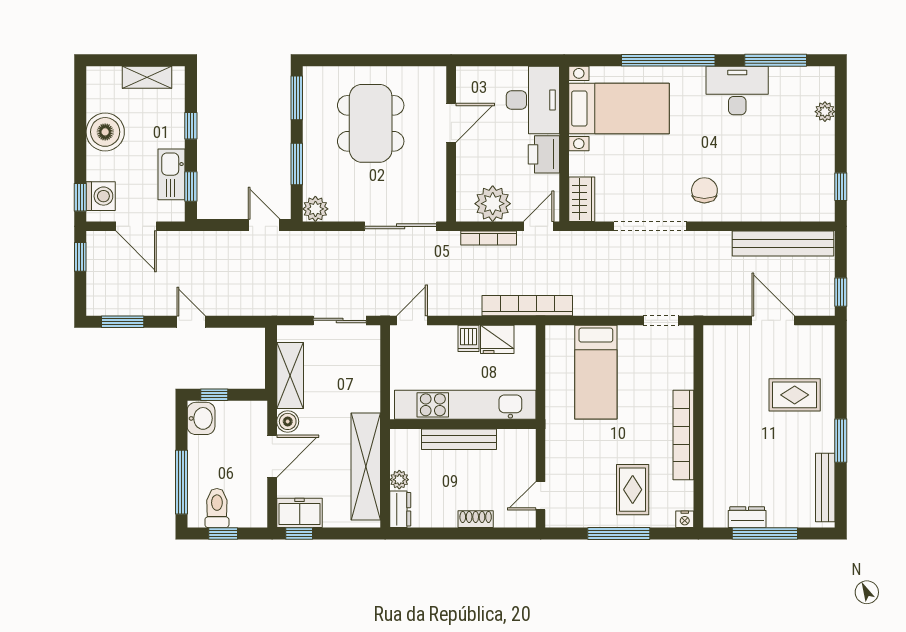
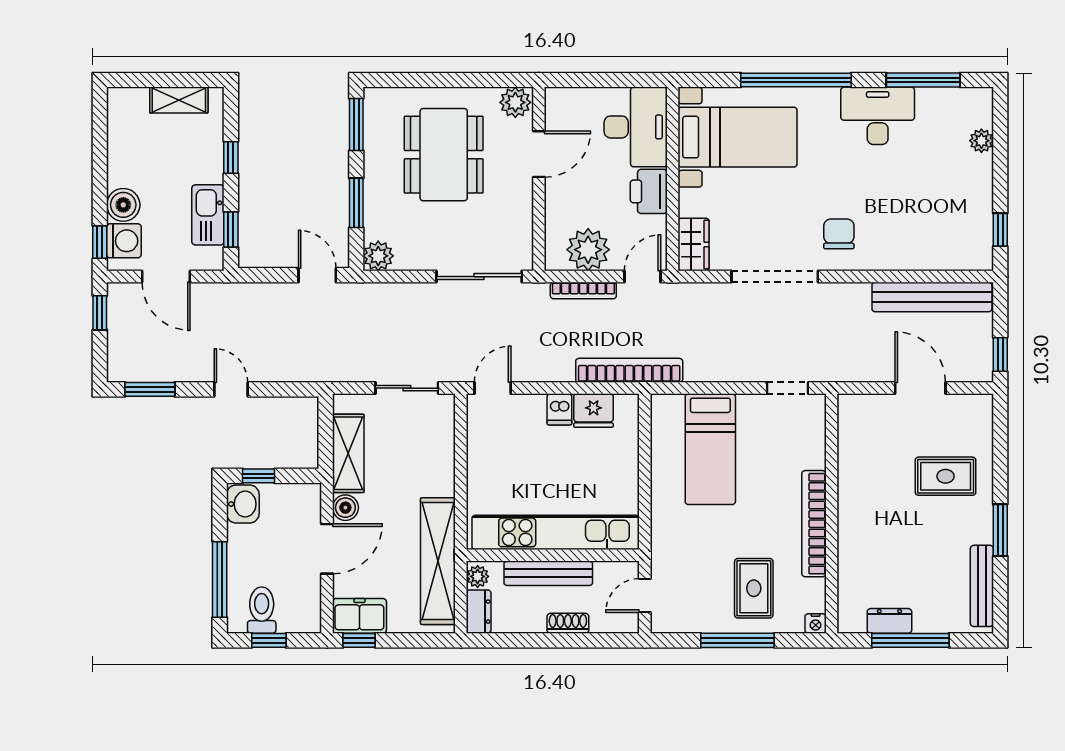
plant: (431, 79) -> (515, 102), added
boiler: (105, 132) -> (123, 205), moved, width x0.73, depth x0.73
kitchen unit: (465, 405) -> (556, 532), moved
wall: (463, 424) -> (553, 555), moved
bench: (459, 439) -> (548, 573), moved

